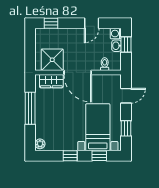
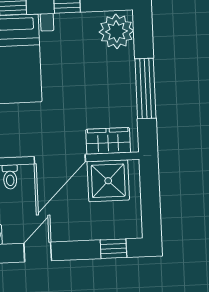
door: (78, 72) -> (60, 159), swing flipped
plant: (40, 144) -> (116, 31), width x1.88, depth x1.88

